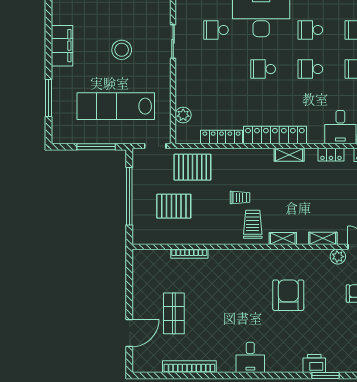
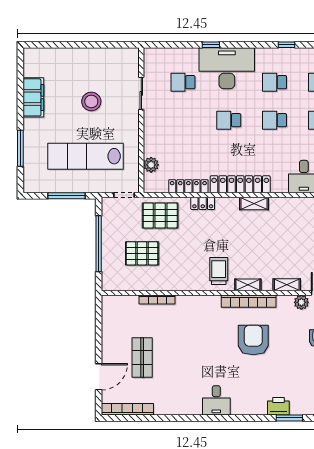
locker: (331, 155) -> (203, 203), moved
trolley: (240, 198) -> (206, 245), removed
bookcase: (284, 255) -> (249, 301), added
bookcase: (189, 367) -> (127, 409), moved

